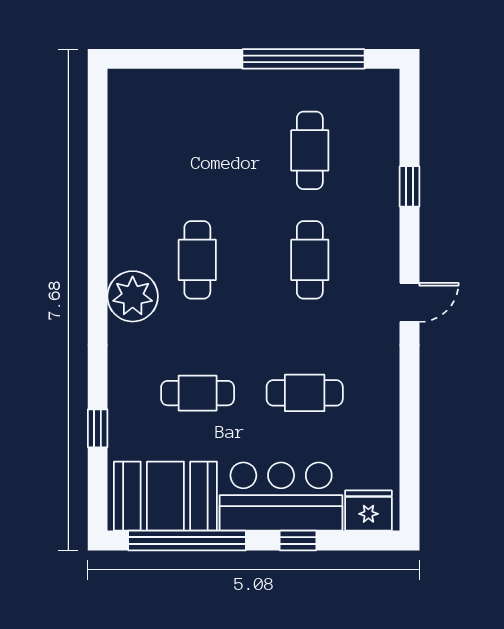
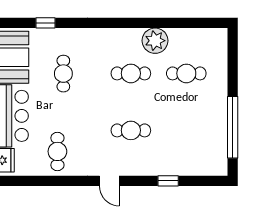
cafe table: (310, 150) -> (186, 73), moved
plant: (133, 296) -> (155, 41), moved
cafe table: (305, 393) -> (57, 151), moved

